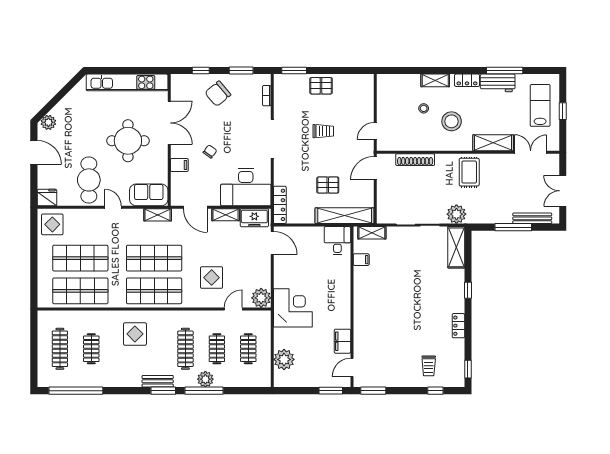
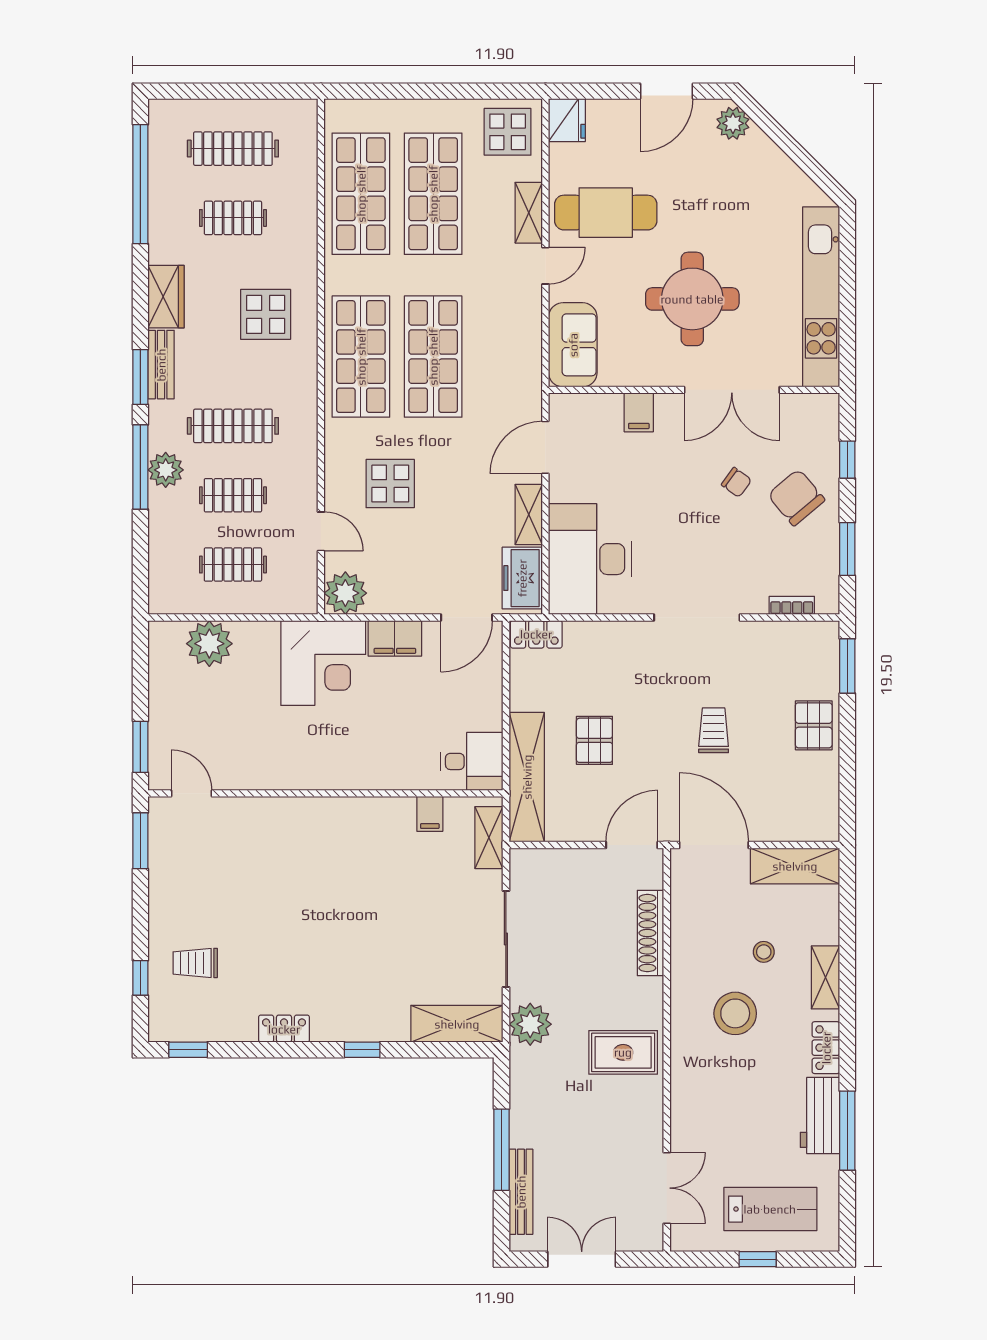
trolley: (323, 131) -> (714, 730), turned 180
door: (375, 131) -> (714, 845), width x1.87
shelving: (493, 143) -> (795, 866), moved, turned 90
chair: (210, 152) -> (736, 482), moved
door: (375, 168) -> (632, 845), hinge flipped
locker: (280, 205) -> (536, 634), width x0.66
shelving: (158, 215) -> (529, 213), moved
filing cabinet: (342, 341) -> (395, 638), moved, turned 180
wardrobe: (127, 379) -> (166, 297), added

